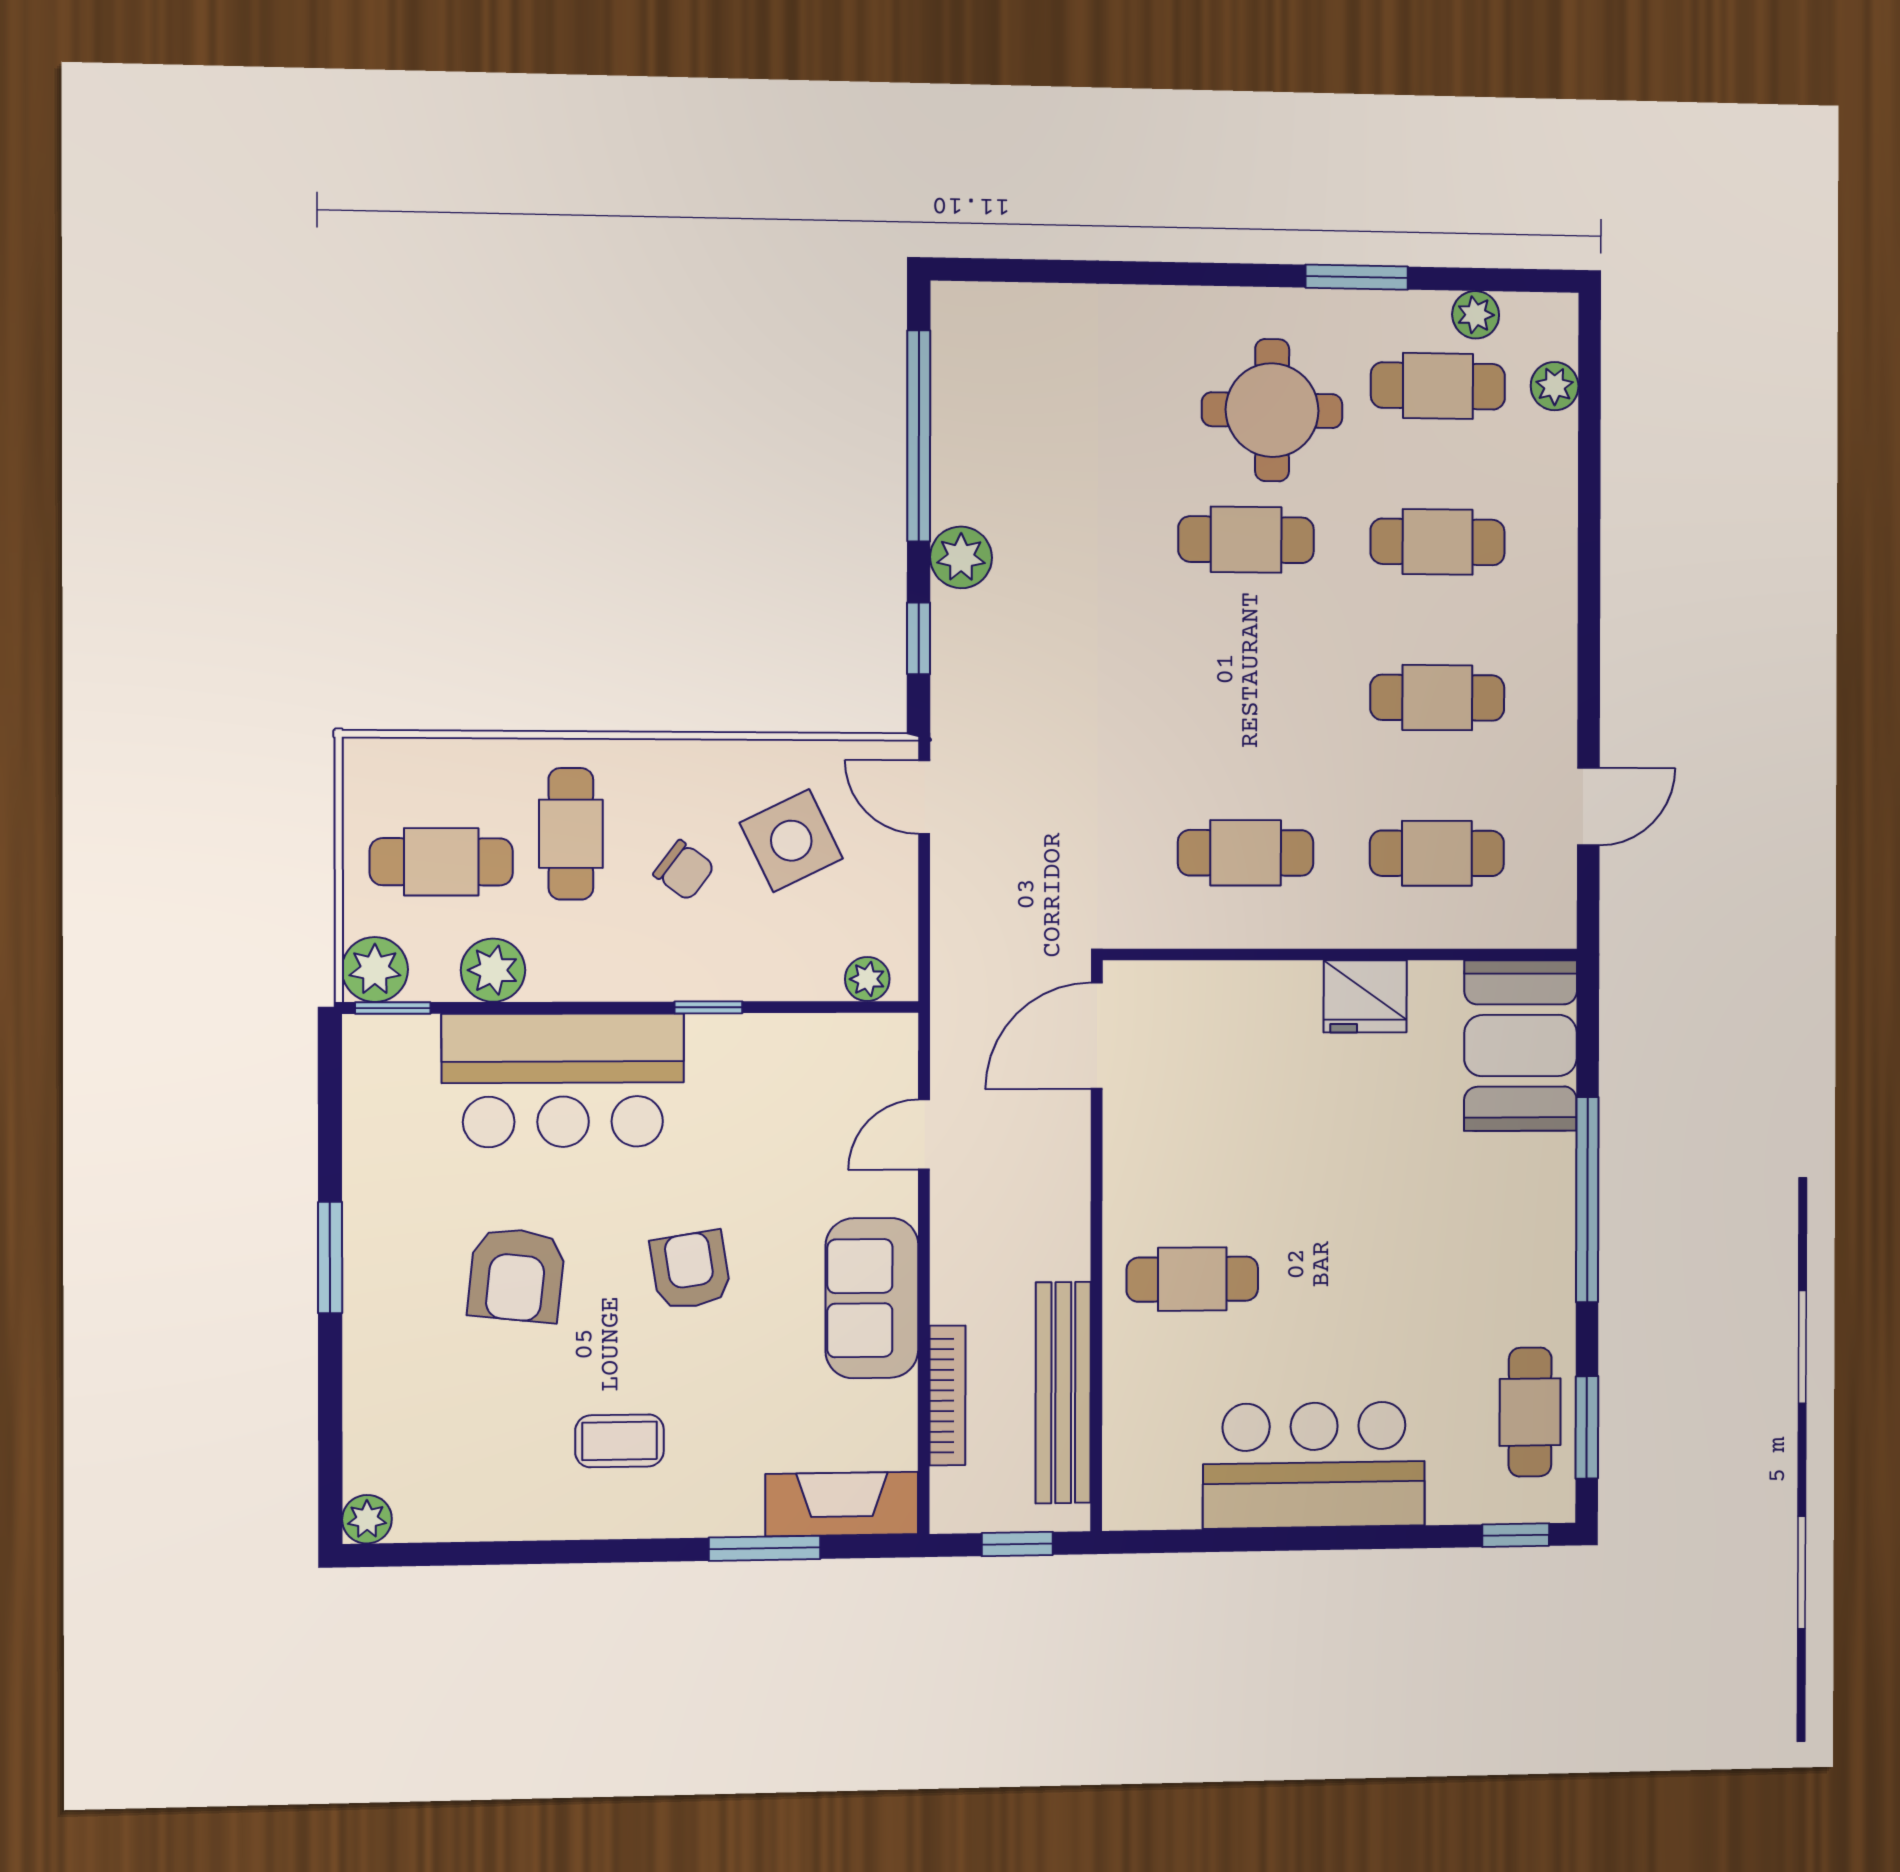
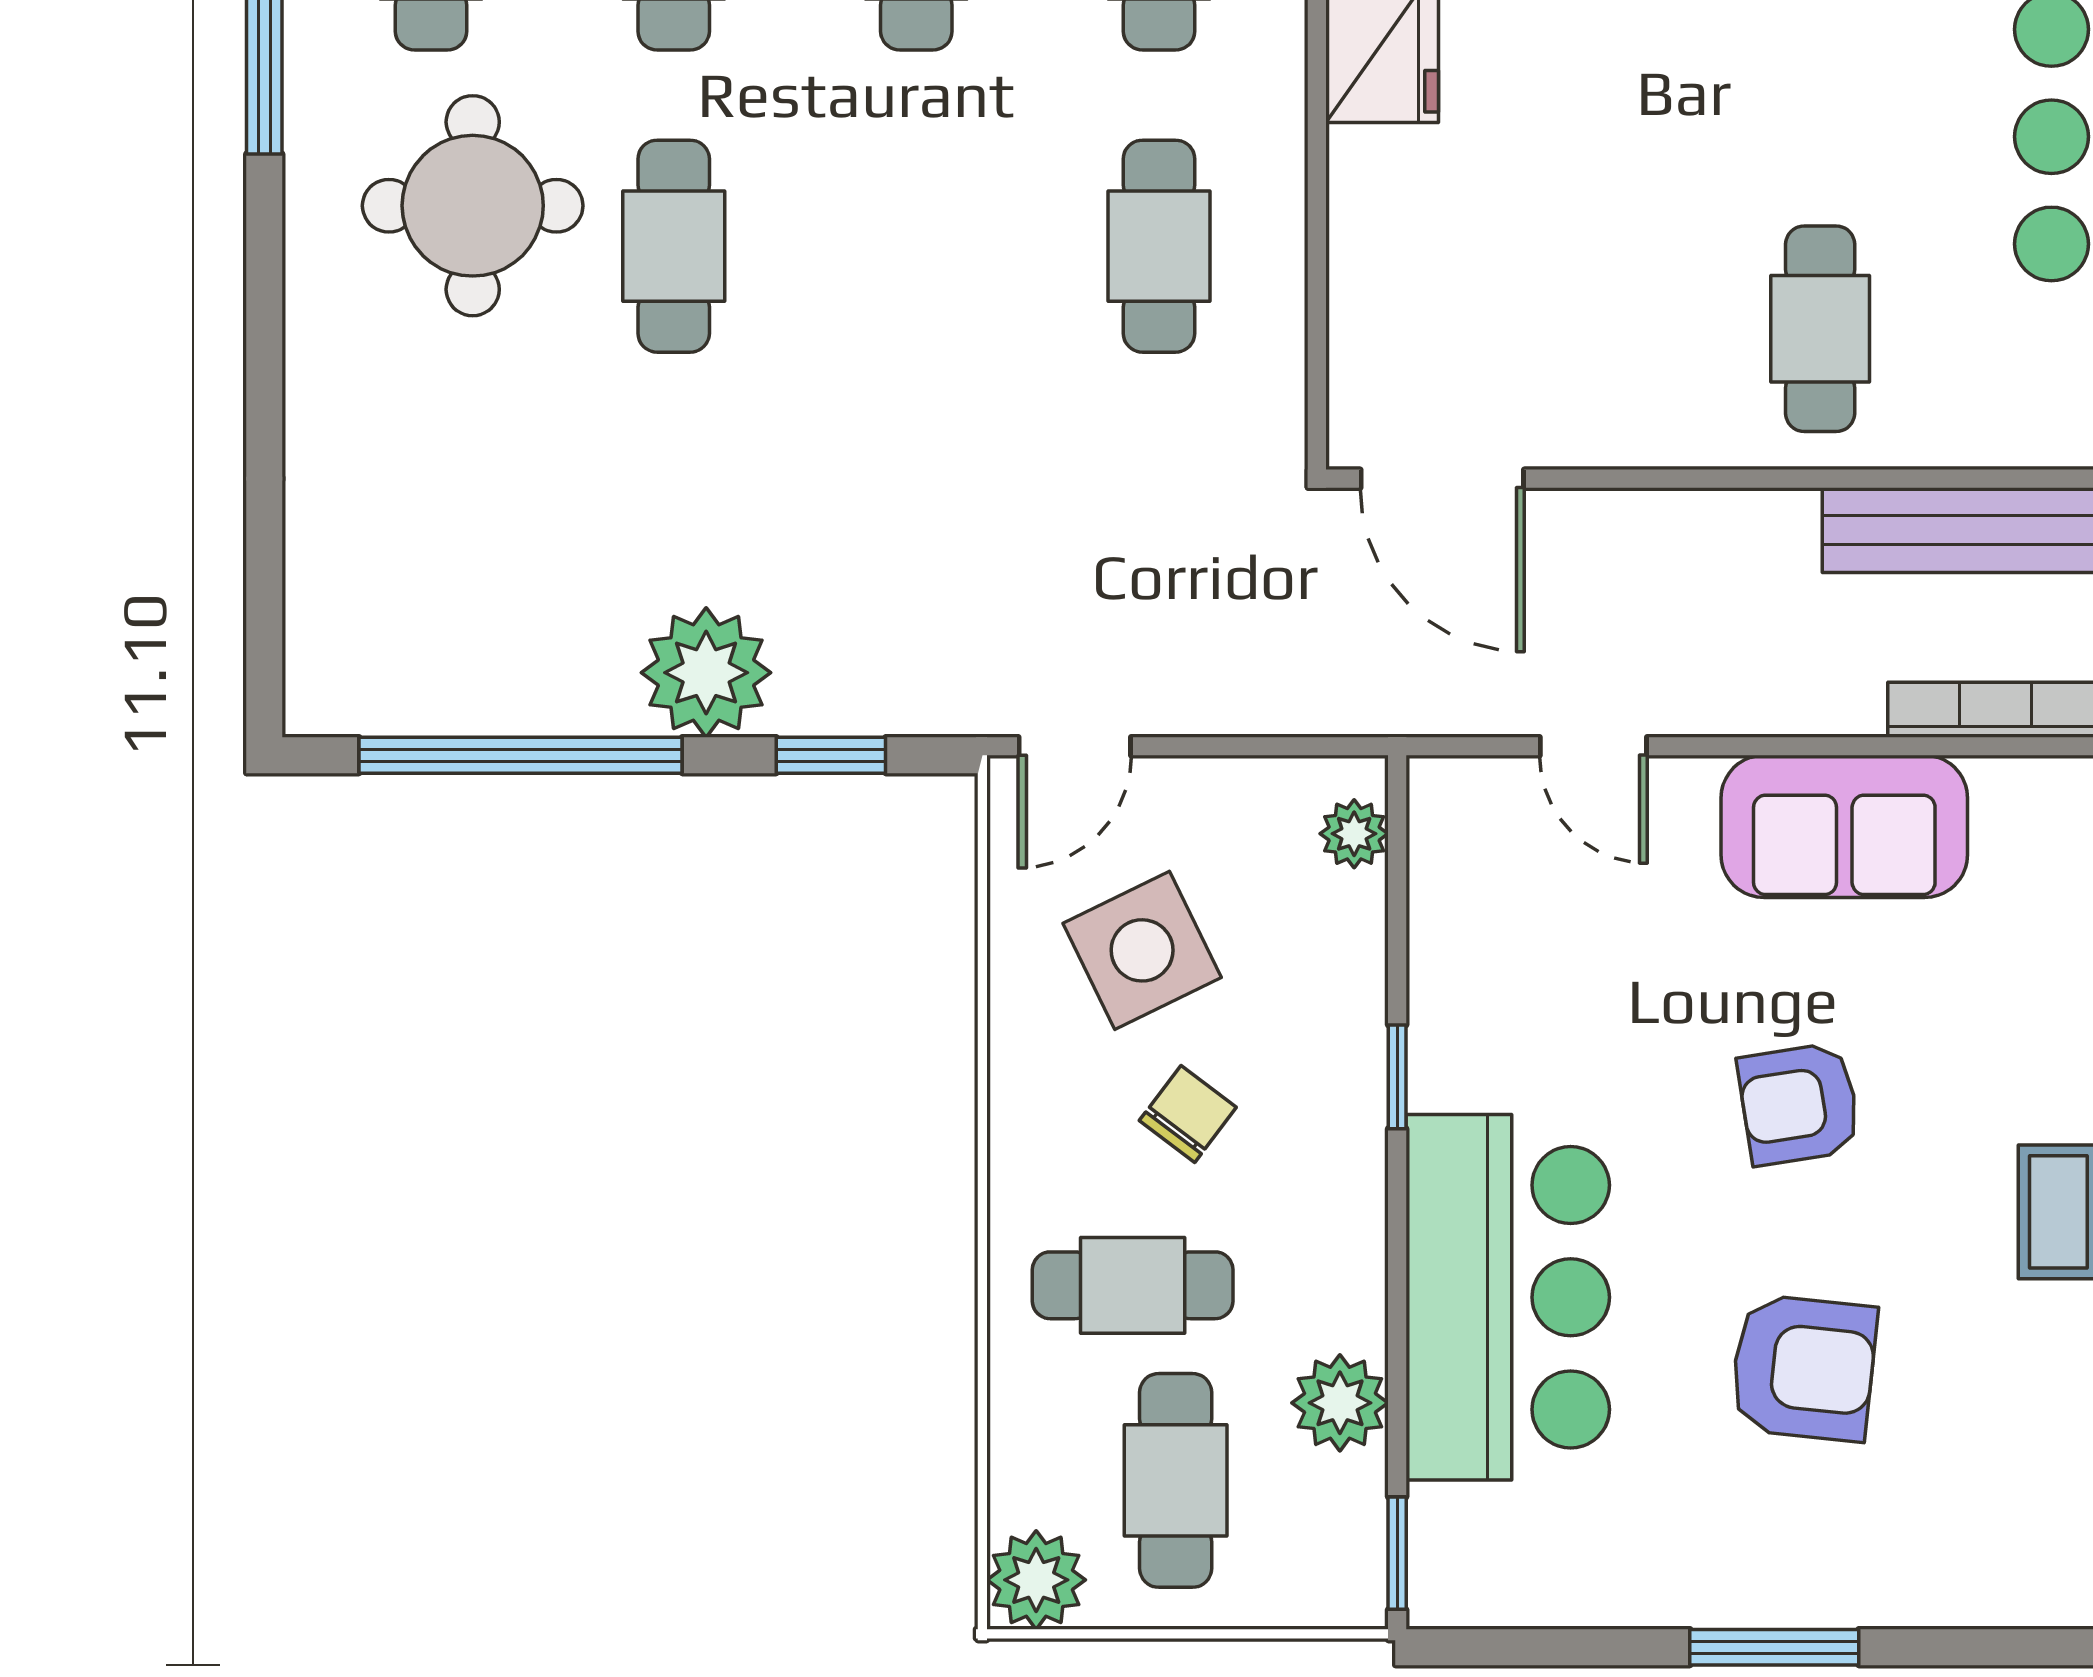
plant: (961, 557) -> (706, 673), width x1.36, depth x1.36
plant: (375, 970) -> (1036, 1580), moved

